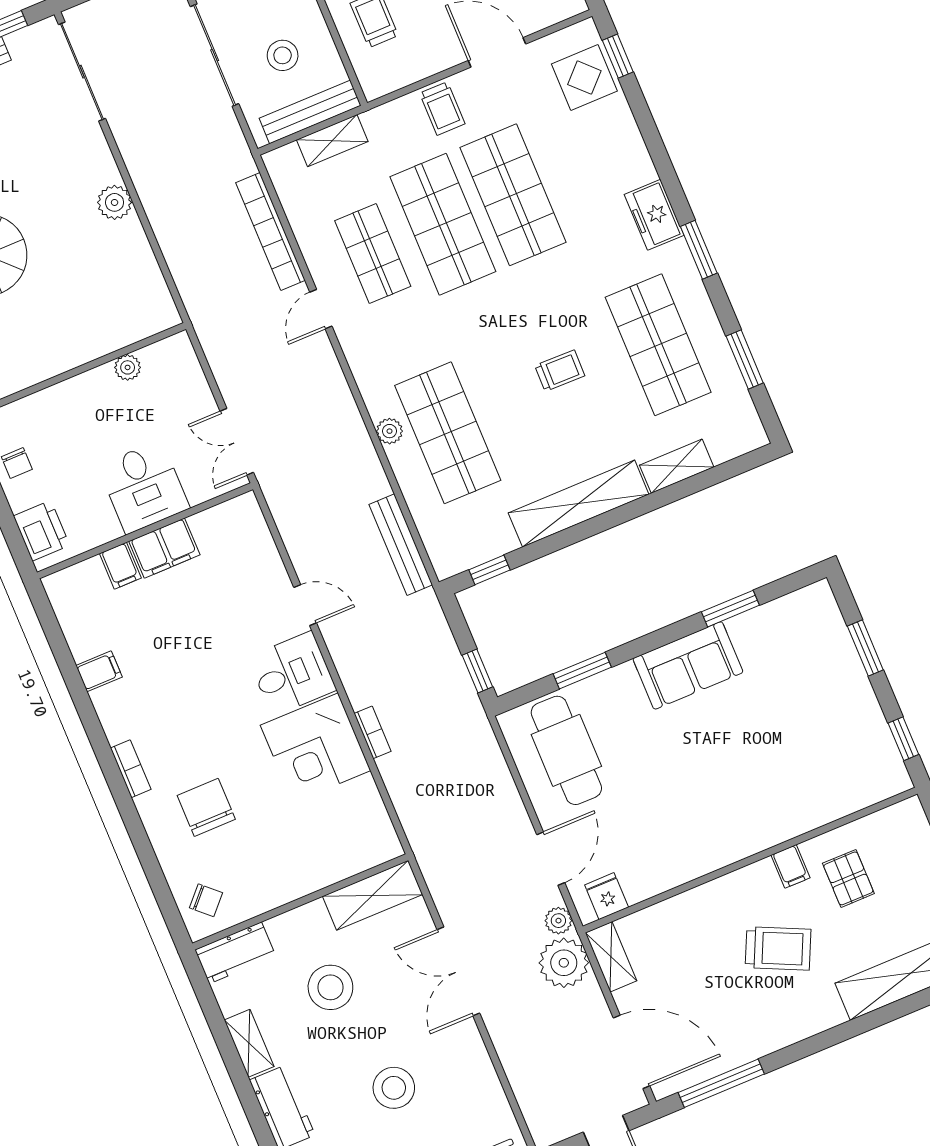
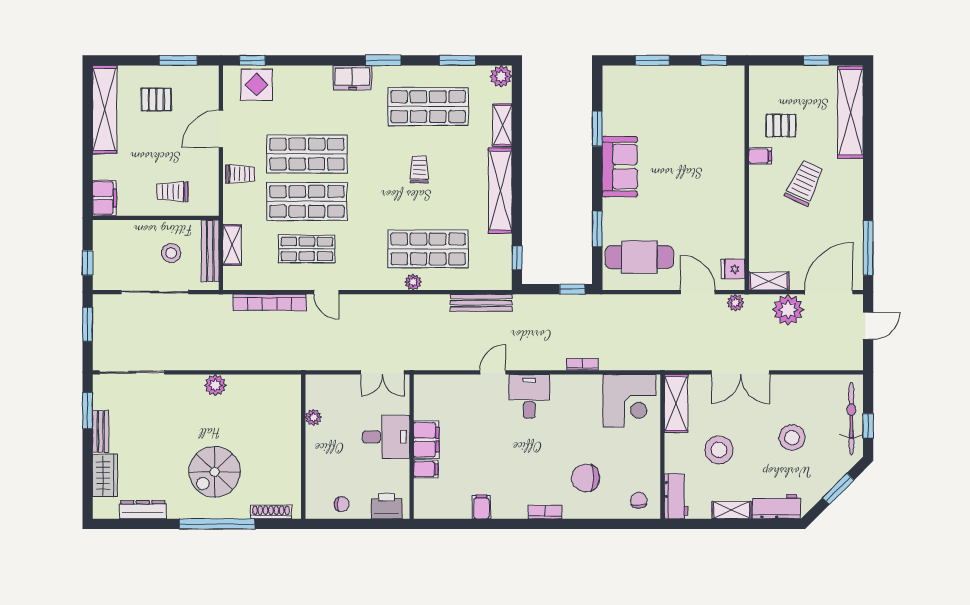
plant: (748, 434) -> (501, 76), added
corner desk: (316, 748) -> (629, 401), moved
chair: (206, 900) -> (639, 501), turned -43
plant: (564, 963) -> (788, 310), moved

